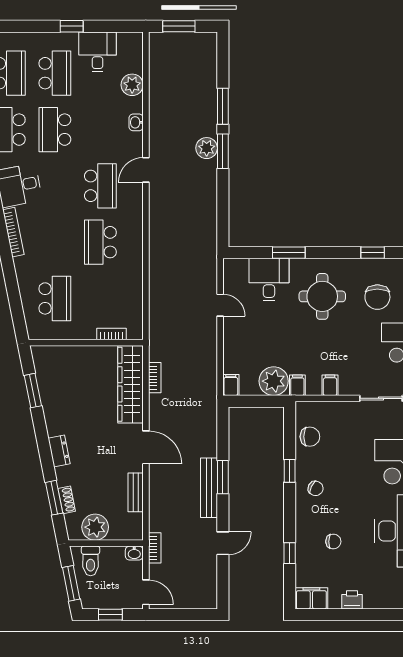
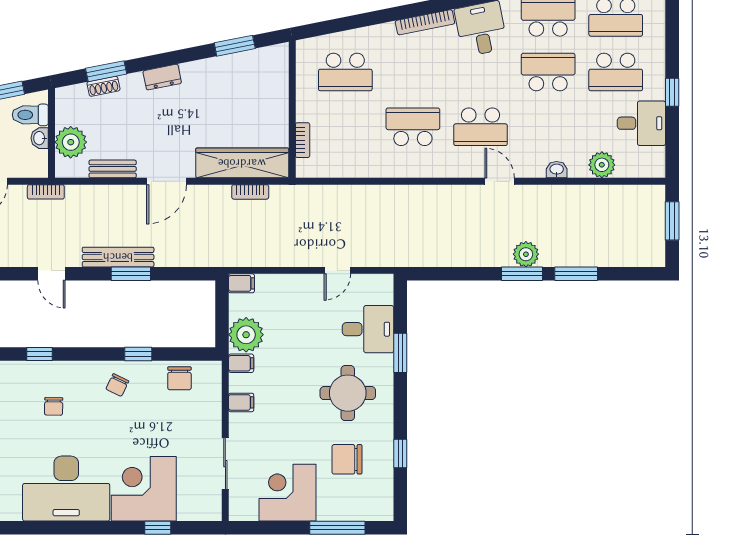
plant: (95, 527) -> (71, 142), moved
washbasin: (134, 553) -> (40, 138), moved

